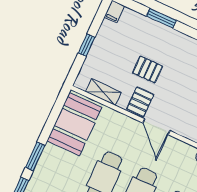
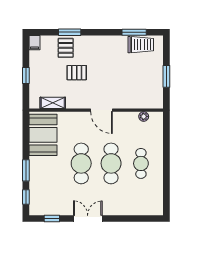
pallet: (140, 102) -> (66, 48), moved

